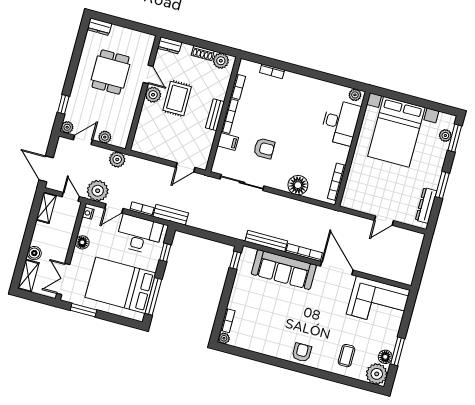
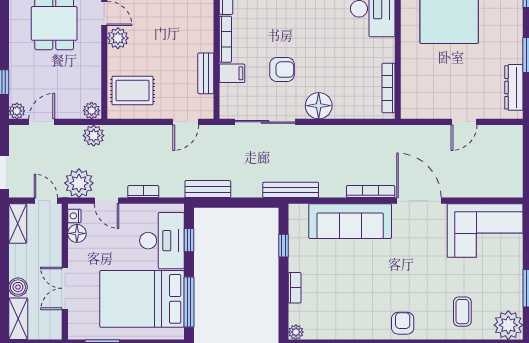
rug: (177, 98) -> (132, 91), moved, turned 90
bench: (215, 115) -> (206, 73), moved
plant: (105, 137) -> (92, 111), moved
floor lamp: (298, 185) -> (319, 106), moved
door: (114, 208) -> (107, 201), hinge flipped
bench: (171, 215) -> (208, 189), moved
desk: (139, 234) -> (162, 241), moved, turned 90
bench: (266, 241) -> (291, 190), moved
floor lamp: (82, 242) -> (77, 233), moved
window: (235, 260) -> (283, 246), moved
double door: (63, 279) -> (65, 288), moved
bookcase: (228, 321) -> (295, 288), moved
floor lamp: (385, 357) -> (514, 300), removed

